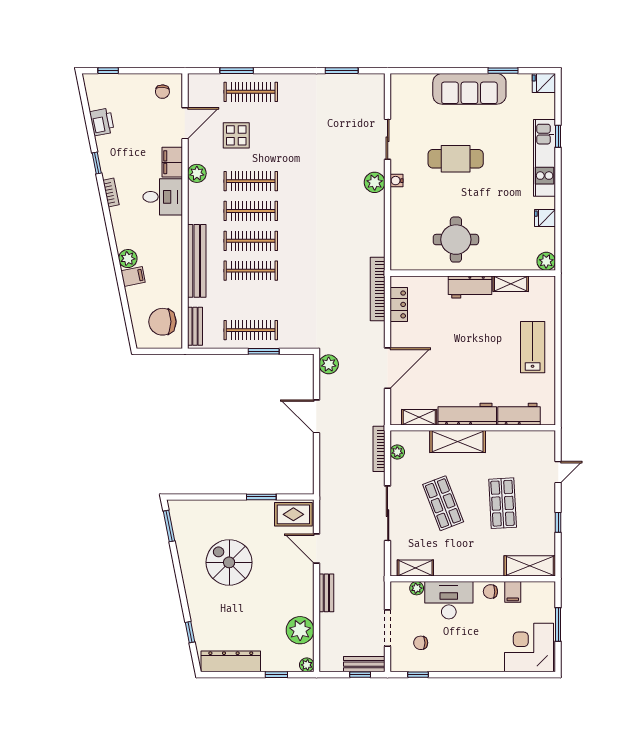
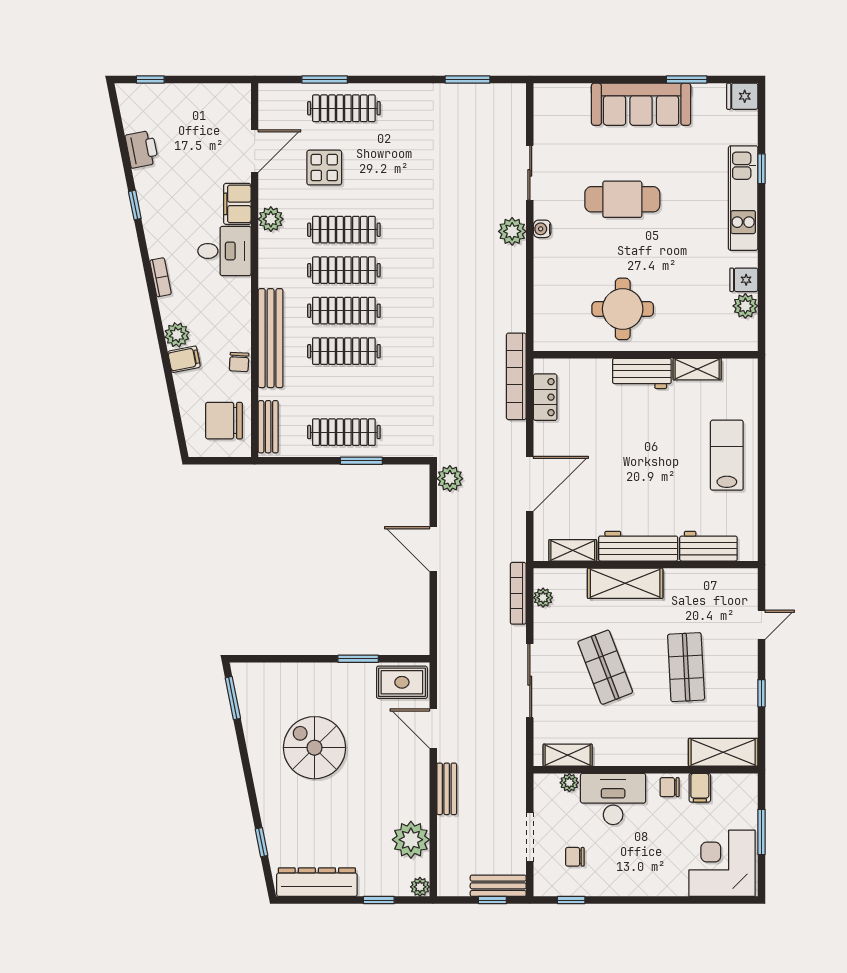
chair: (162, 92) -> (239, 362), moved
bookcase: (111, 193) -> (160, 277), moved
plant: (546, 261) -> (745, 306), moved

